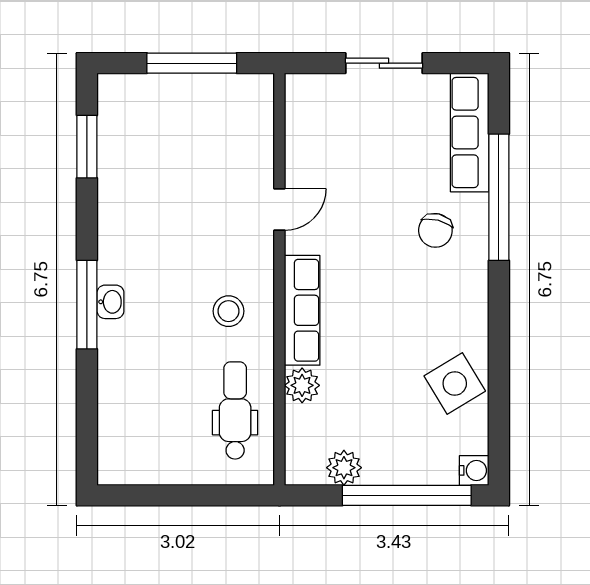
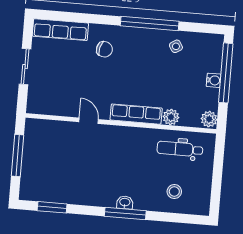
window: (499, 197) -> (150, 24), moved
stool: (229, 311) -> (174, 192), moved
side table: (455, 383) -> (176, 46), width x0.54, depth x0.54
plant: (344, 468) -> (209, 119), moved
water cooler: (474, 470) -> (214, 80), moved, turned 90

